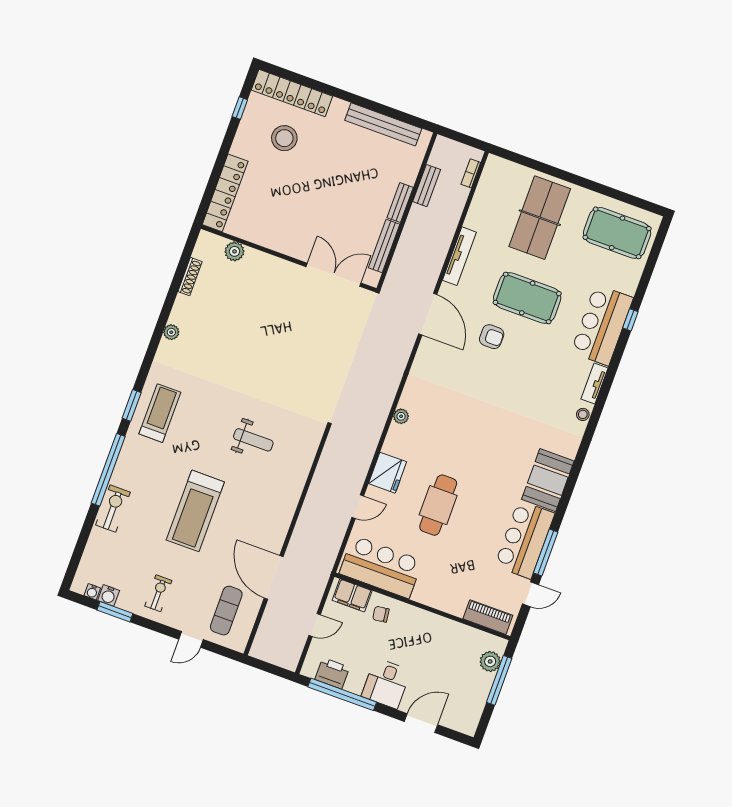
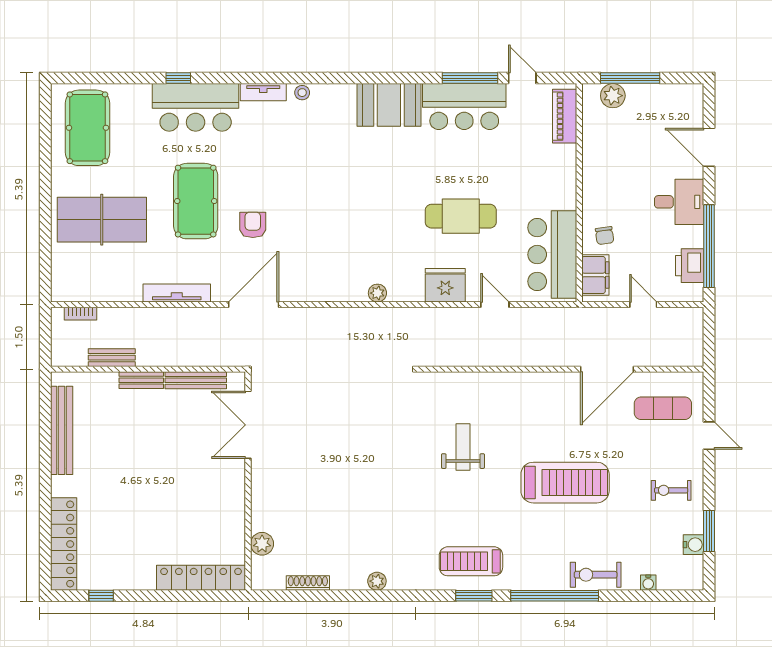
stool: (284, 138) -> (117, 534), removed
water cooler: (92, 592) -> (648, 583), moved, turned 90

